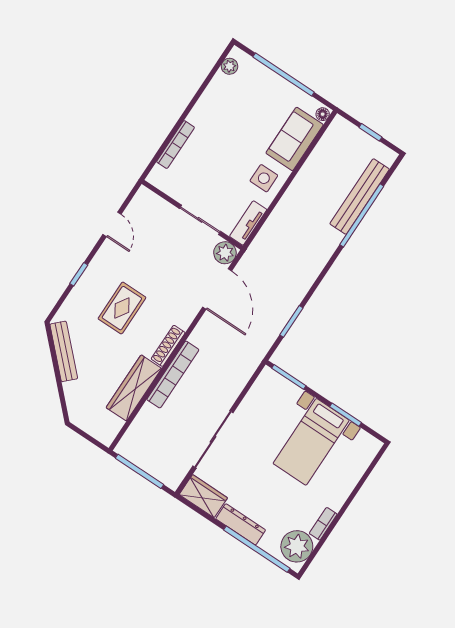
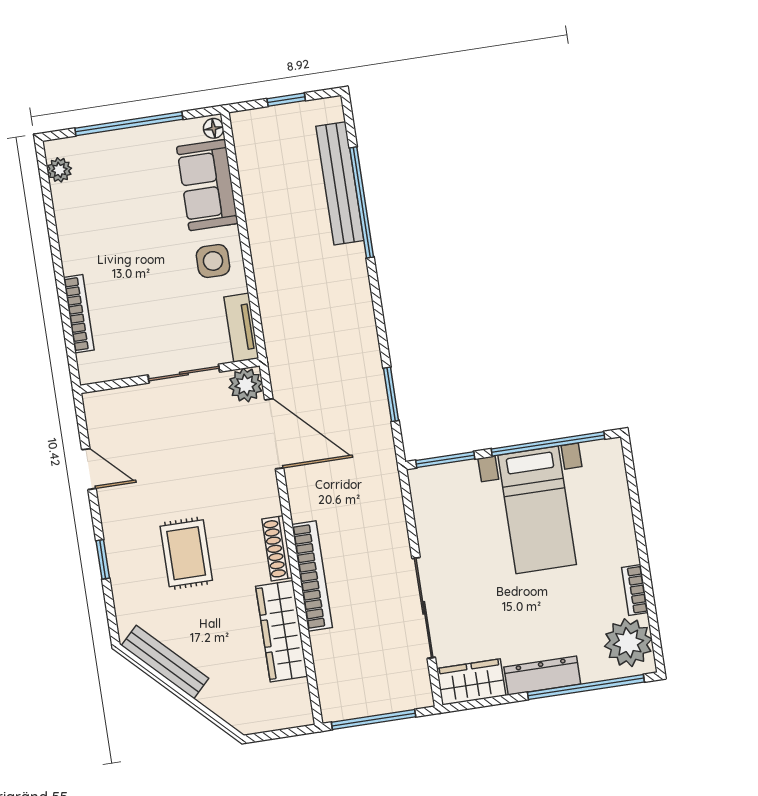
window: (346, 415) -> (548, 444), width x2.11

